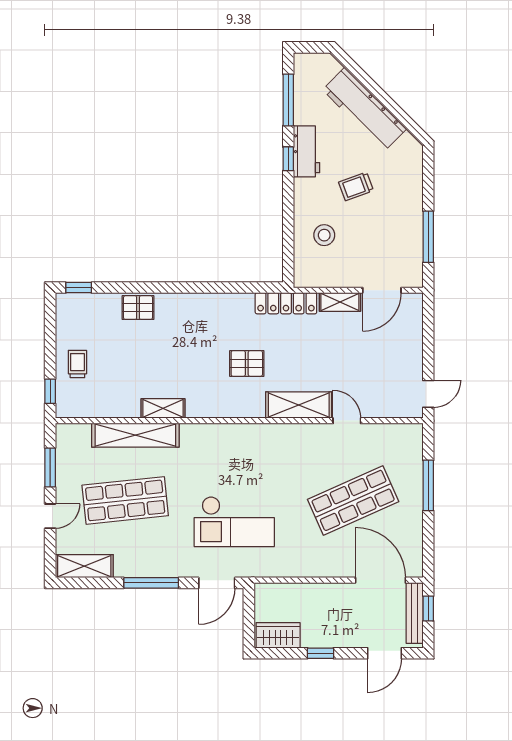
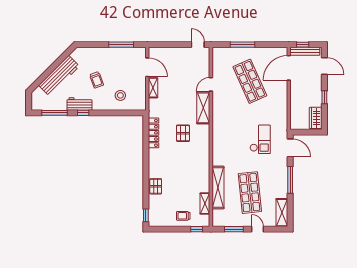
locker: (286, 303) -> (154, 133), moved
shelving: (163, 408) -> (205, 204), moved
checkout: (234, 522) -> (260, 139), width x0.73, depth x0.83

